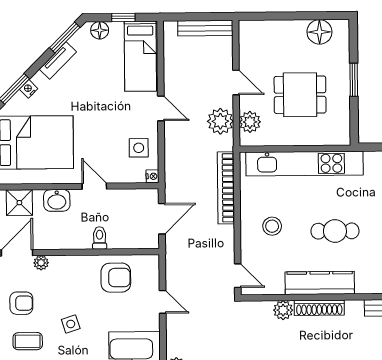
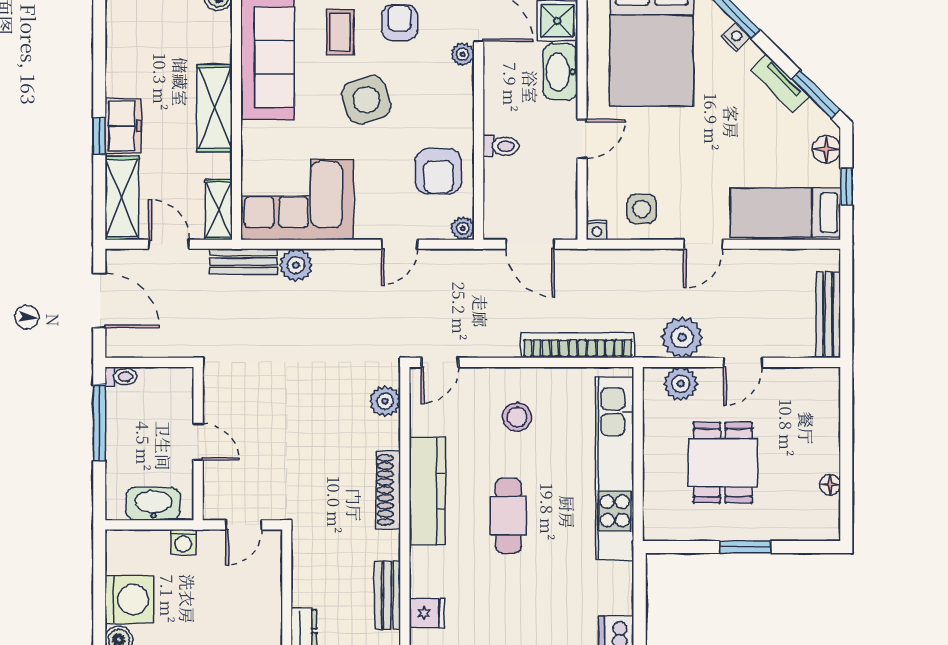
floor lamp: (319, 32) -> (830, 485), width x0.53, depth x0.53
washbasin: (57, 200) -> (560, 72), width x1.38
plant: (152, 262) -> (463, 228), added
armchair: (21, 303) -> (400, 23), turned 180
plant: (283, 310) -> (385, 401), moved
side table: (71, 324) -> (366, 100), width x1.87, depth x1.87

